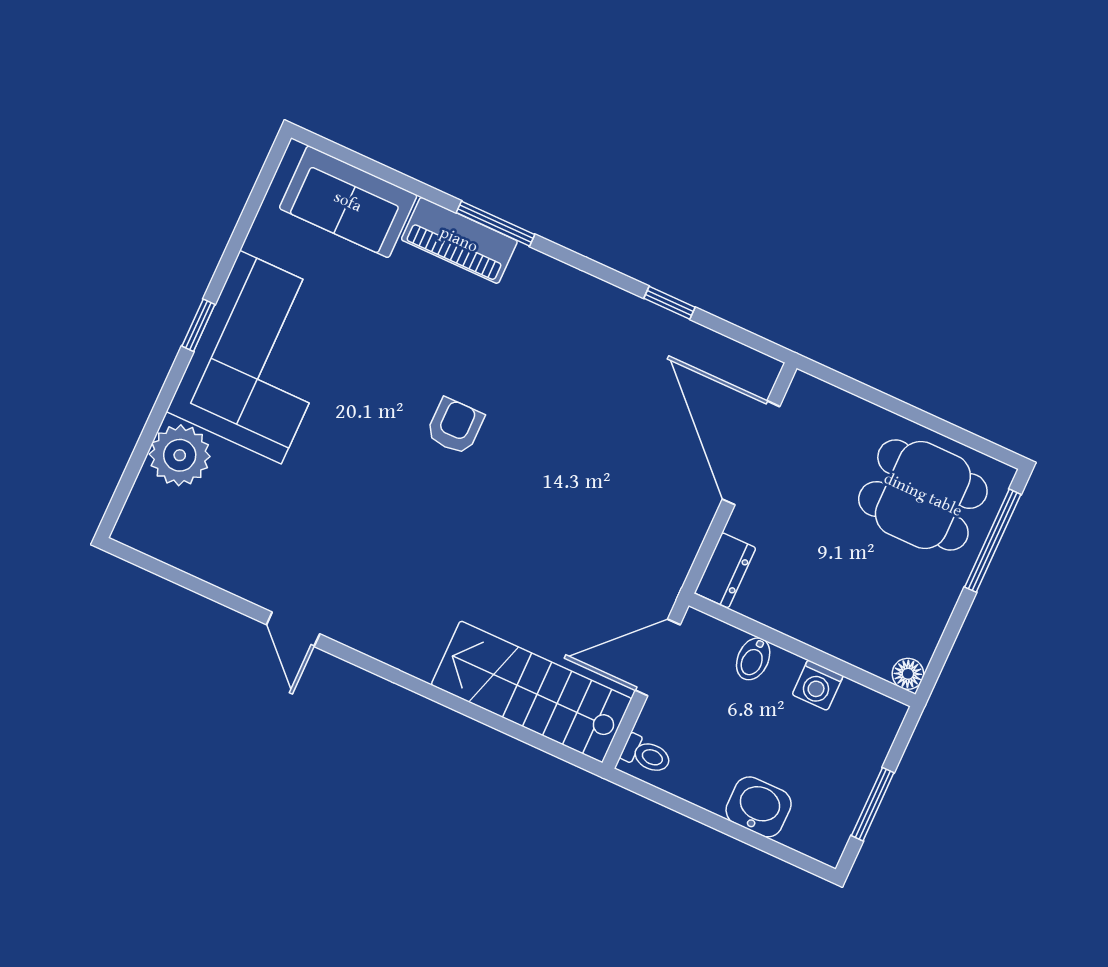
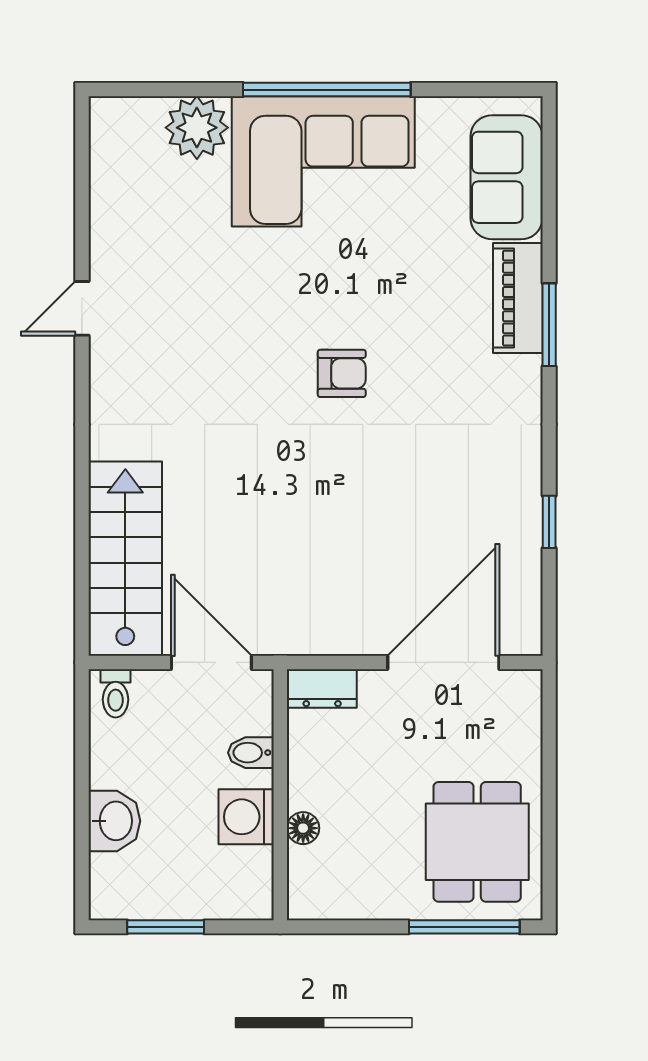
window: (198, 325) -> (327, 90), width x3.17
floor lamp: (908, 674) -> (303, 828), moved
washing machine: (818, 685) -> (246, 817), width x1.38, depth x1.38

